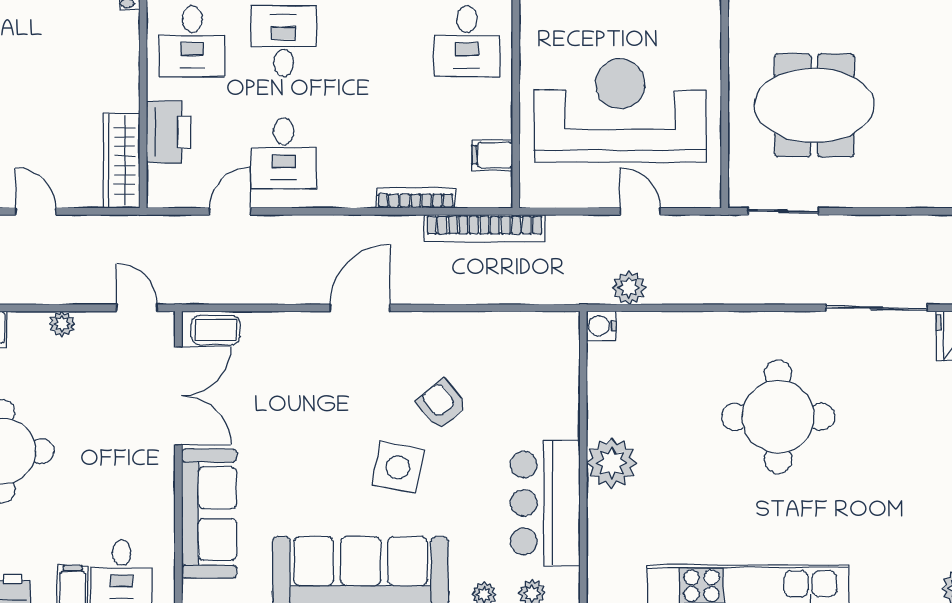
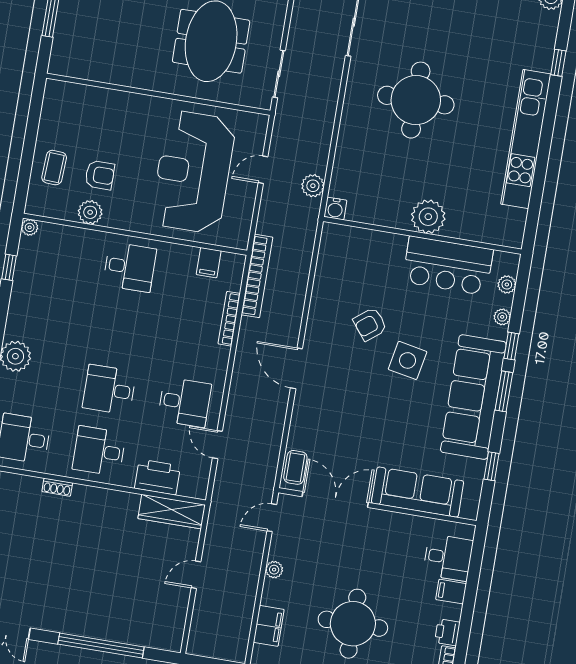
desk: (192, 41) -> (99, 451), turned 180

